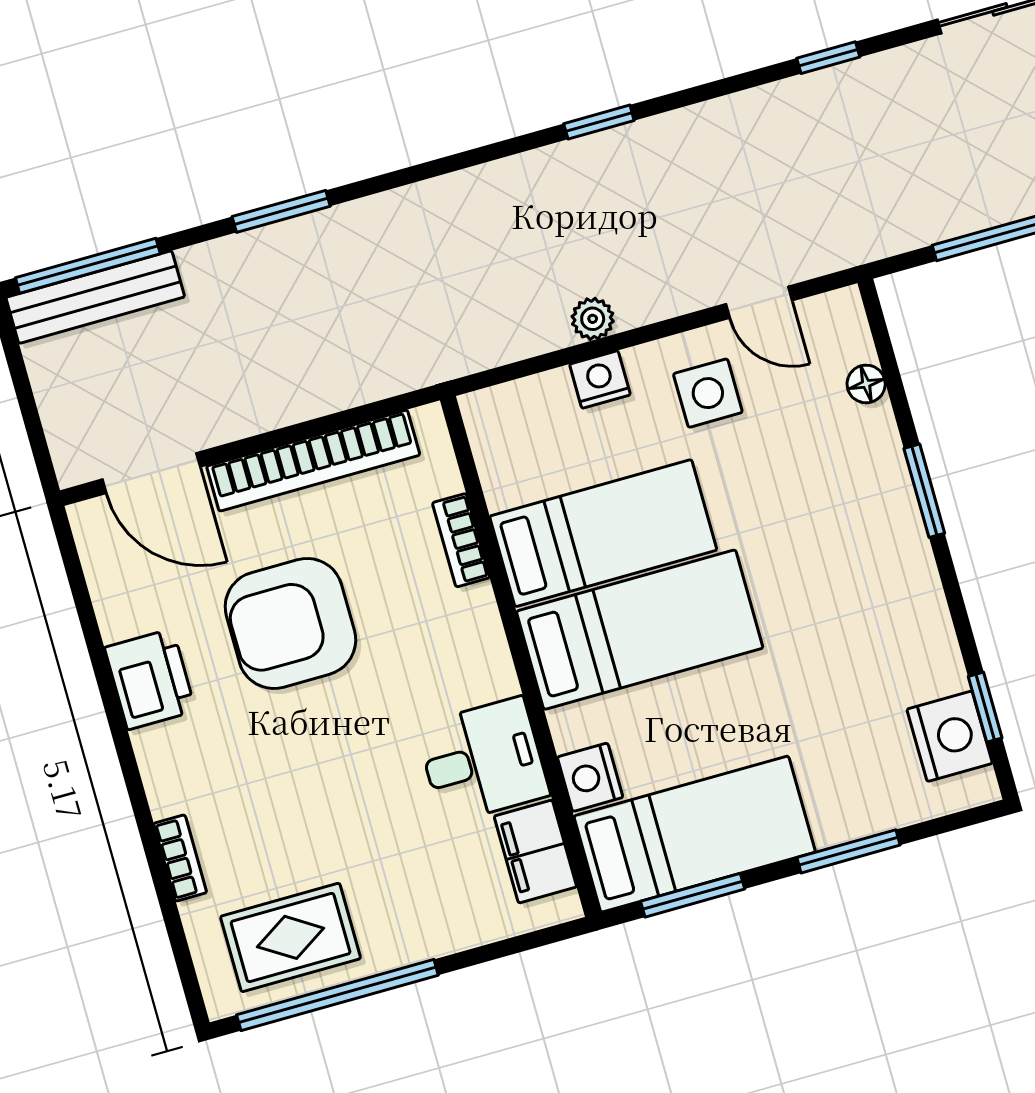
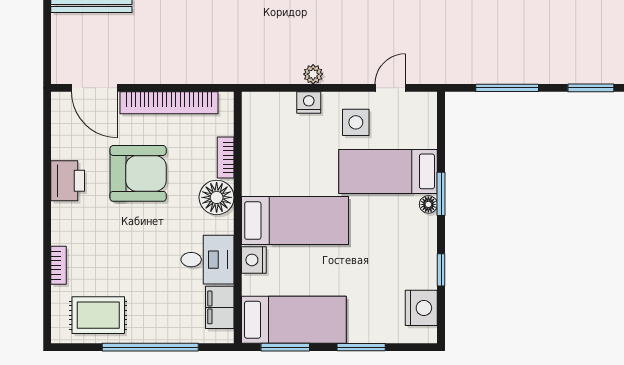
door: (759, 302) -> (390, 88), swing flipped
floor lamp: (866, 384) -> (428, 204), moved
bed: (603, 533) -> (388, 171), moved, turned 180
armchair: (290, 623) -> (138, 173), turned 180
floor lamp: (465, 628) -> (217, 197), added
window: (985, 707) -> (441, 270), moved
nightstand: (590, 777) -> (254, 260), moved
window: (337, 995) -> (150, 347), moved

